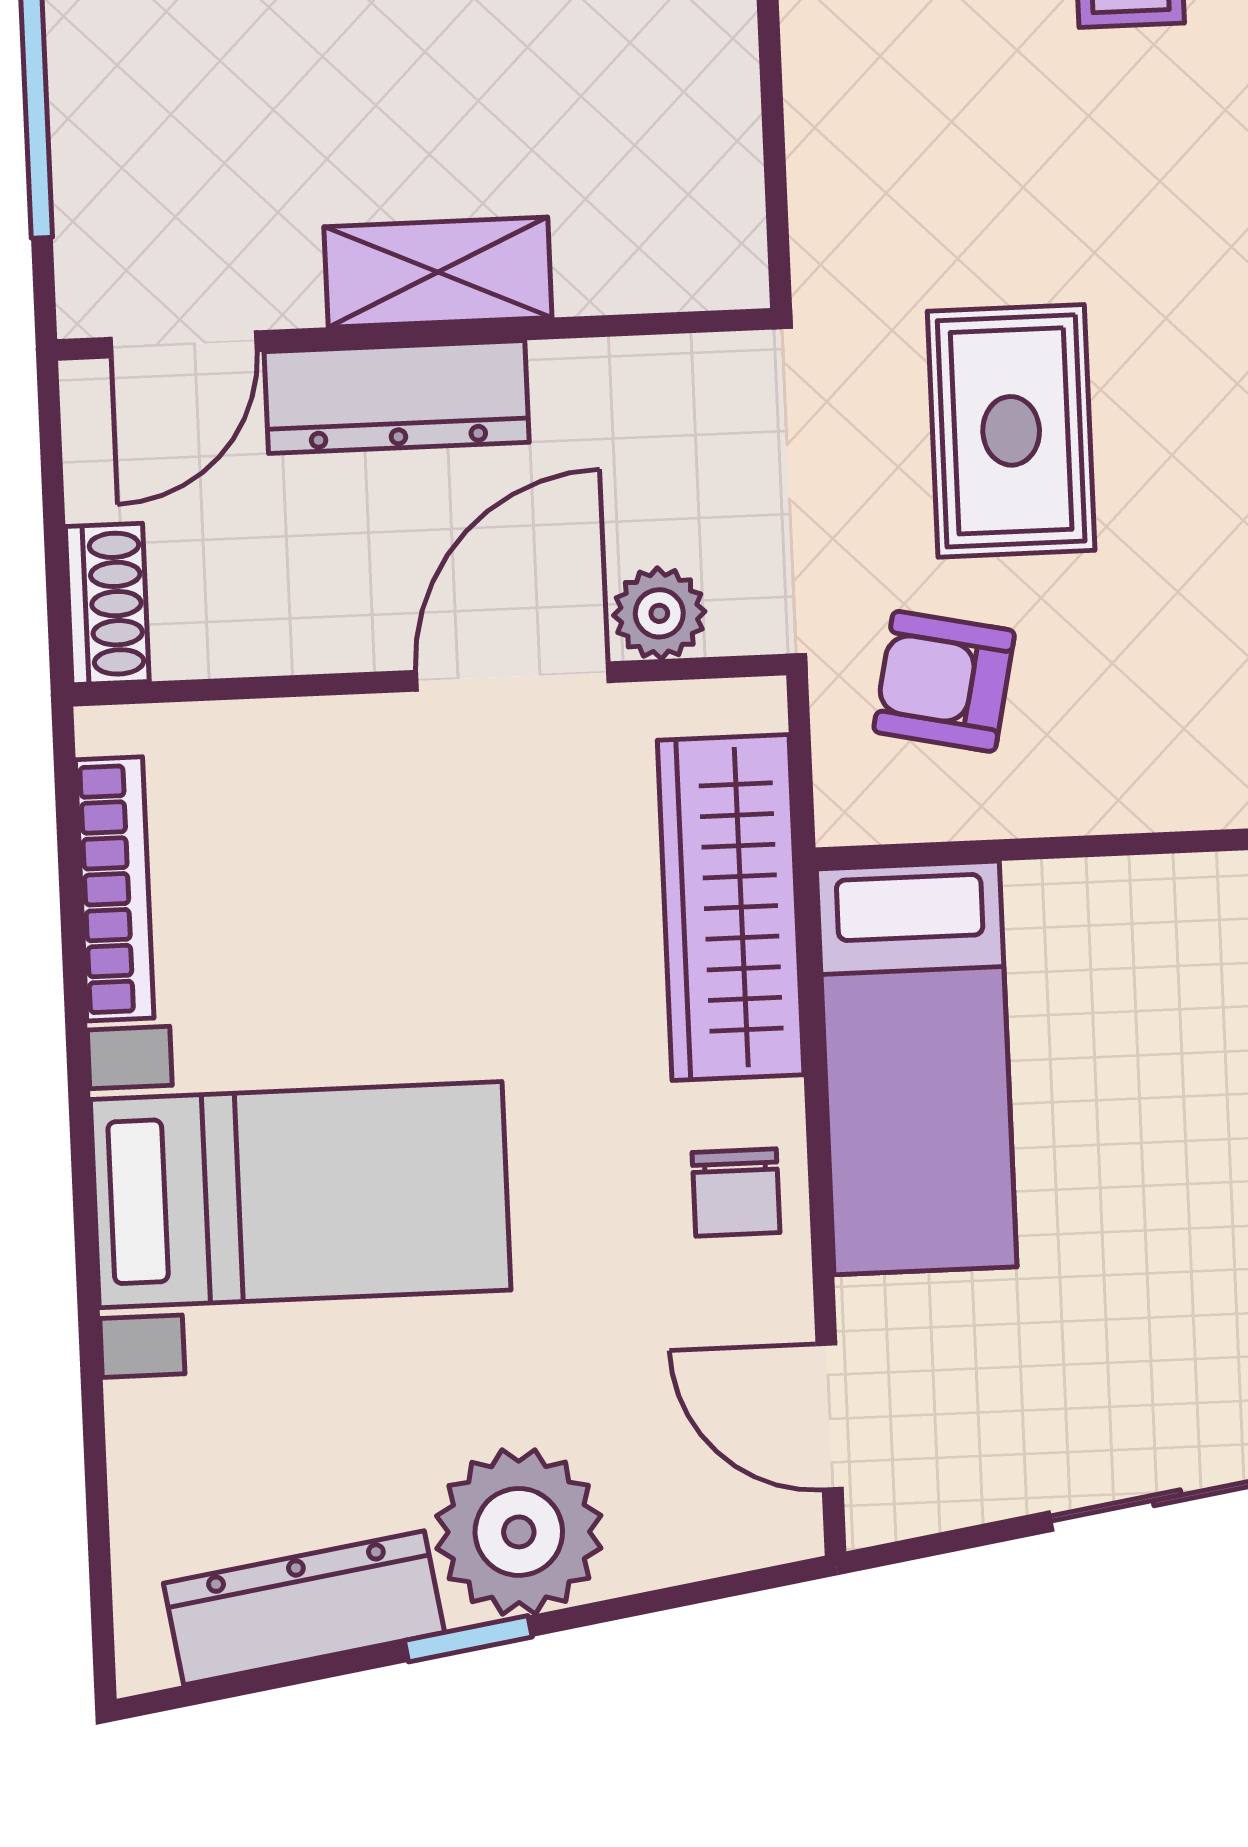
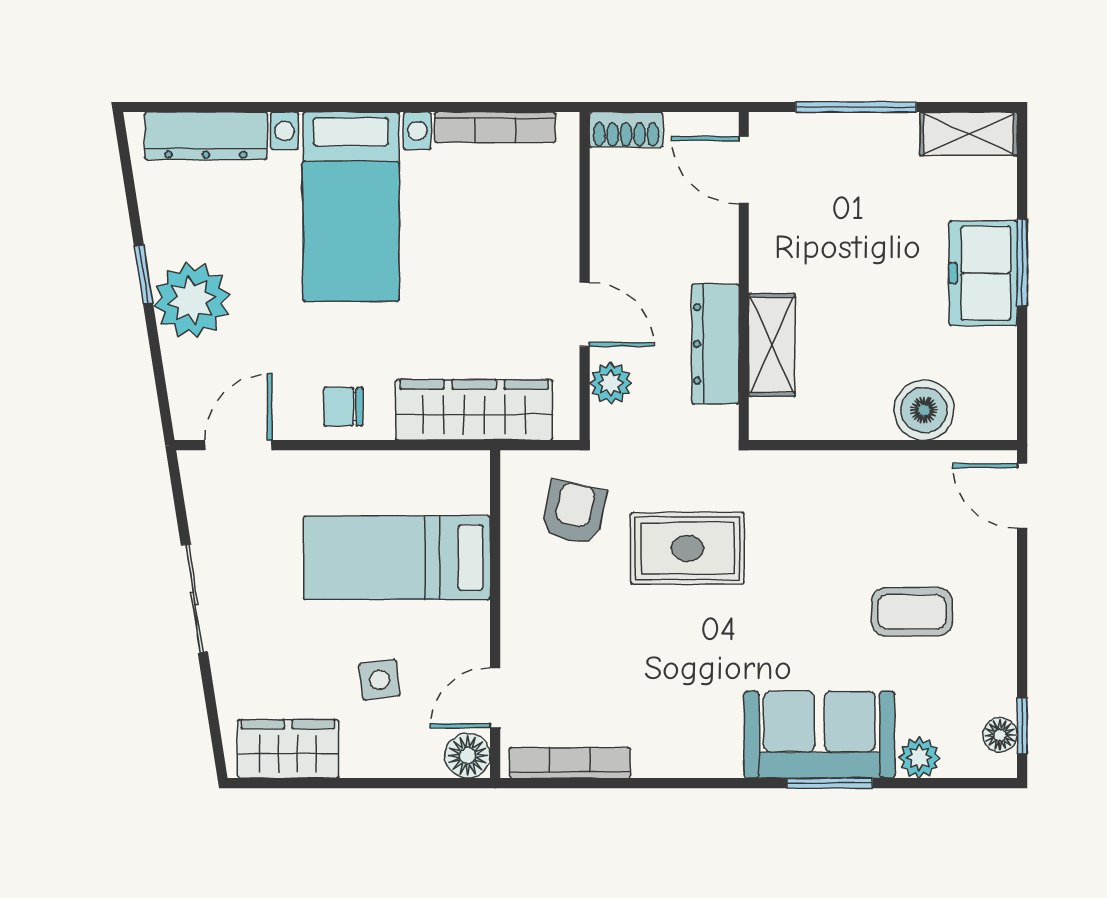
shelving: (438, 272) -> (772, 345), moved
dresser: (397, 397) -> (715, 344), moved
door: (512, 676) -> (585, 314), width x0.73
bed: (917, 1068) -> (397, 558), moved
dresser: (304, 1608) -> (206, 136), moved, turned 99

